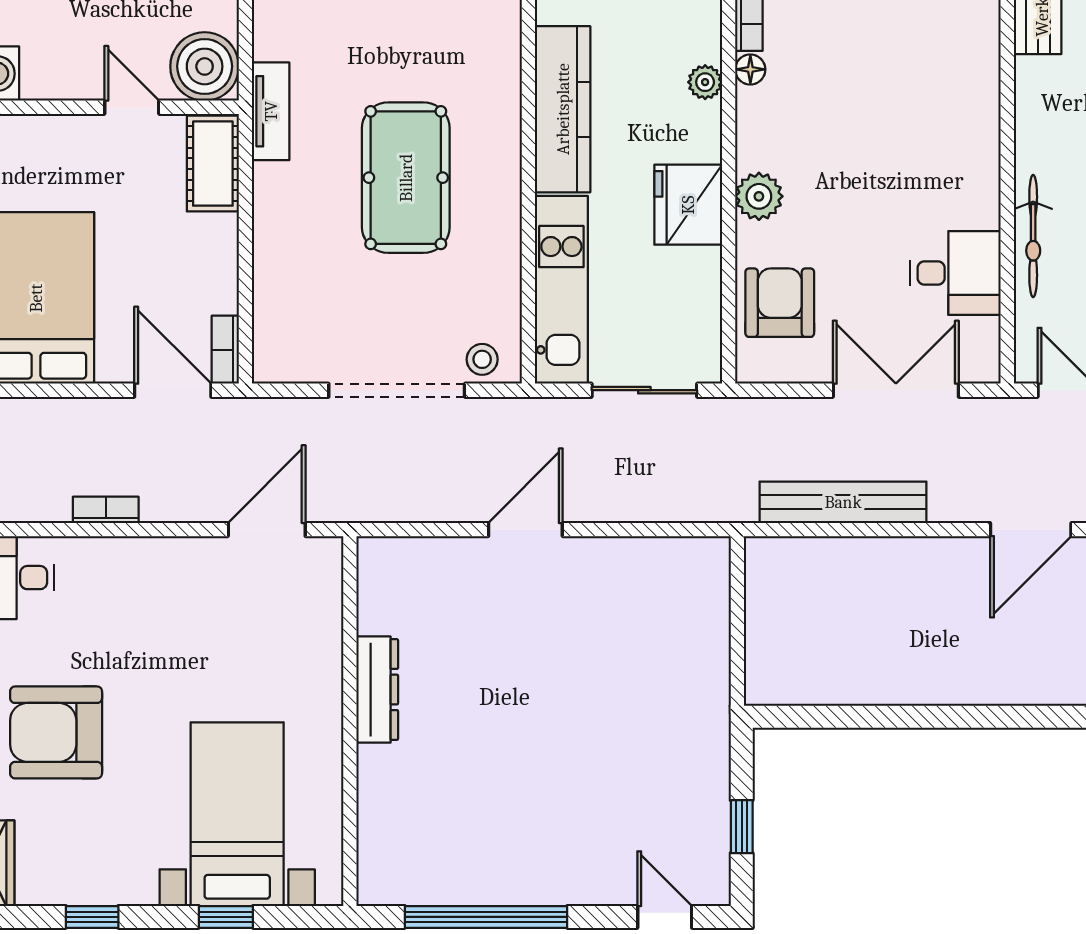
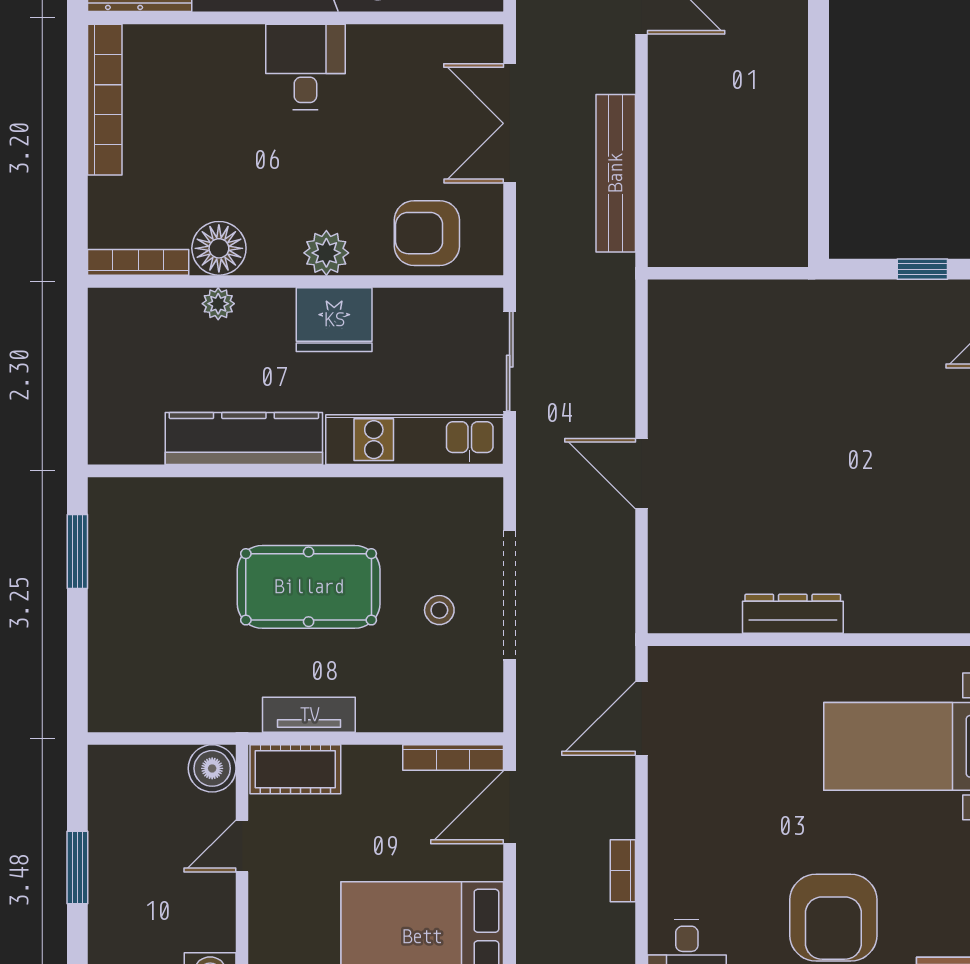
boiler: (205, 66) -> (212, 768), width x0.73, depth x0.73
floor lamp: (750, 69) -> (219, 248), width x1.89, depth x1.89
tv unit: (271, 111) -> (309, 715), moved
desk: (956, 273) -> (305, 67), moved
bookcase: (225, 350) -> (453, 758), width x1.56
stool: (482, 359) -> (439, 610), moved
door: (267, 530) -> (641, 718), hinge flipped

